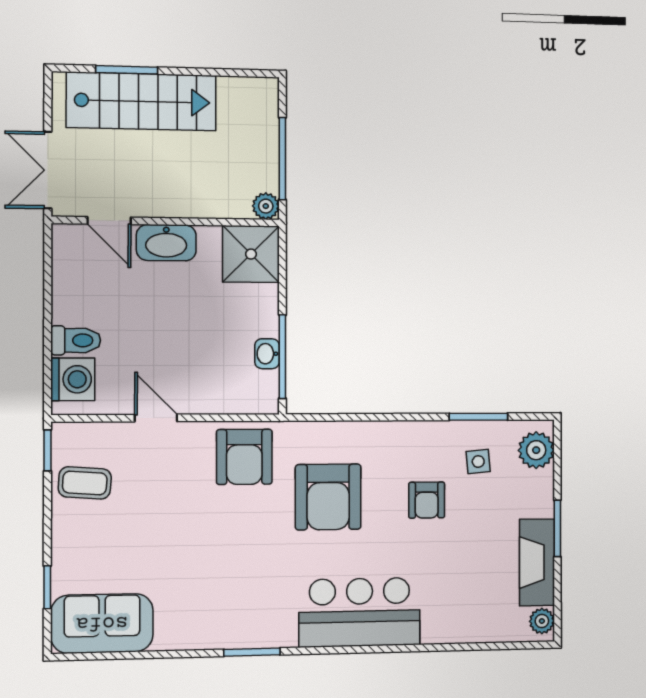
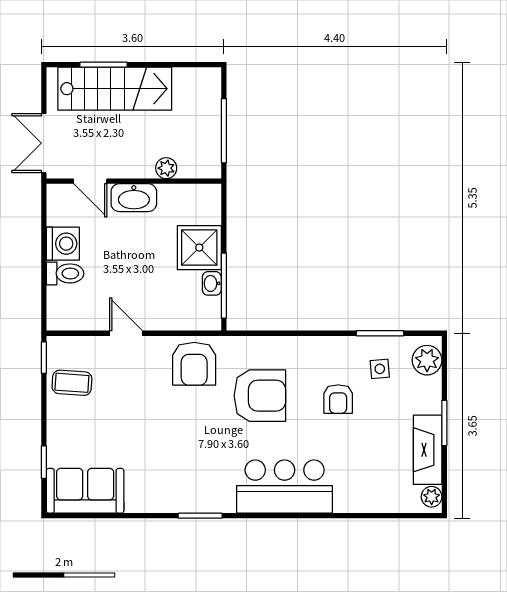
plant: (266, 206) -> (166, 168), moved
shower: (251, 254) -> (199, 248), moved
washing machine: (73, 379) -> (63, 244), moved
armchair: (328, 497) -> (260, 396), turned -90

